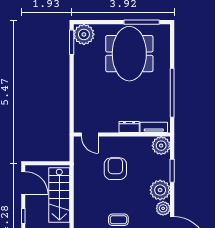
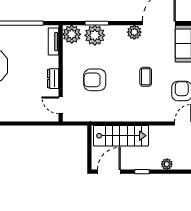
dresser: (129, 127) -> (53, 79), moved
door: (90, 134) -> (61, 105), swing flipped
plant: (160, 190) -> (95, 35), moved

